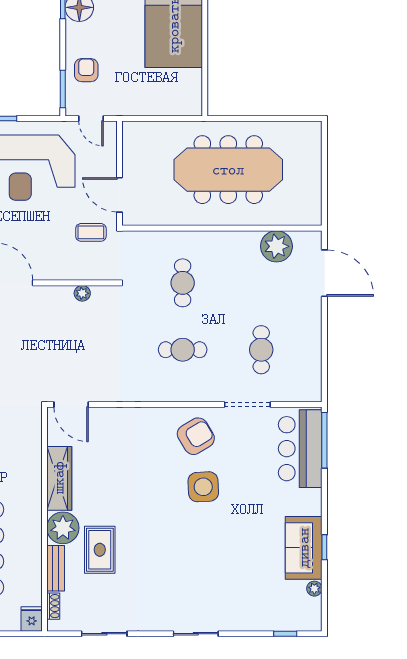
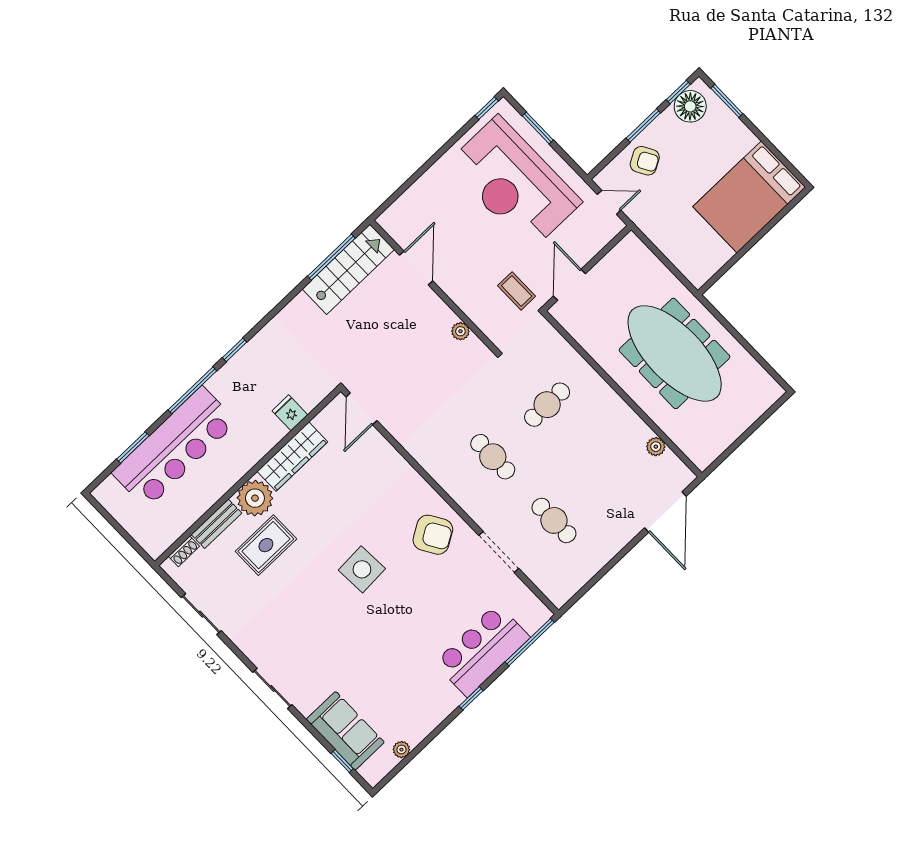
armchair: (86, 70) -> (645, 161), turned 60
window: (63, 89) -> (643, 125), moved
door: (91, 119) -> (609, 202), swing flipped
plant: (276, 246) -> (656, 447), width x0.53, depth x0.53
cafe table: (261, 350) -> (554, 520), turned 90
bar counter: (300, 449) -> (482, 650), moved
side table: (203, 487) -> (362, 569), moved
window: (324, 547) -> (471, 698), moved
sofa: (304, 548) -> (345, 731), moved, turned 90
fridge: (32, 619) -> (290, 413), moved, turned -90

